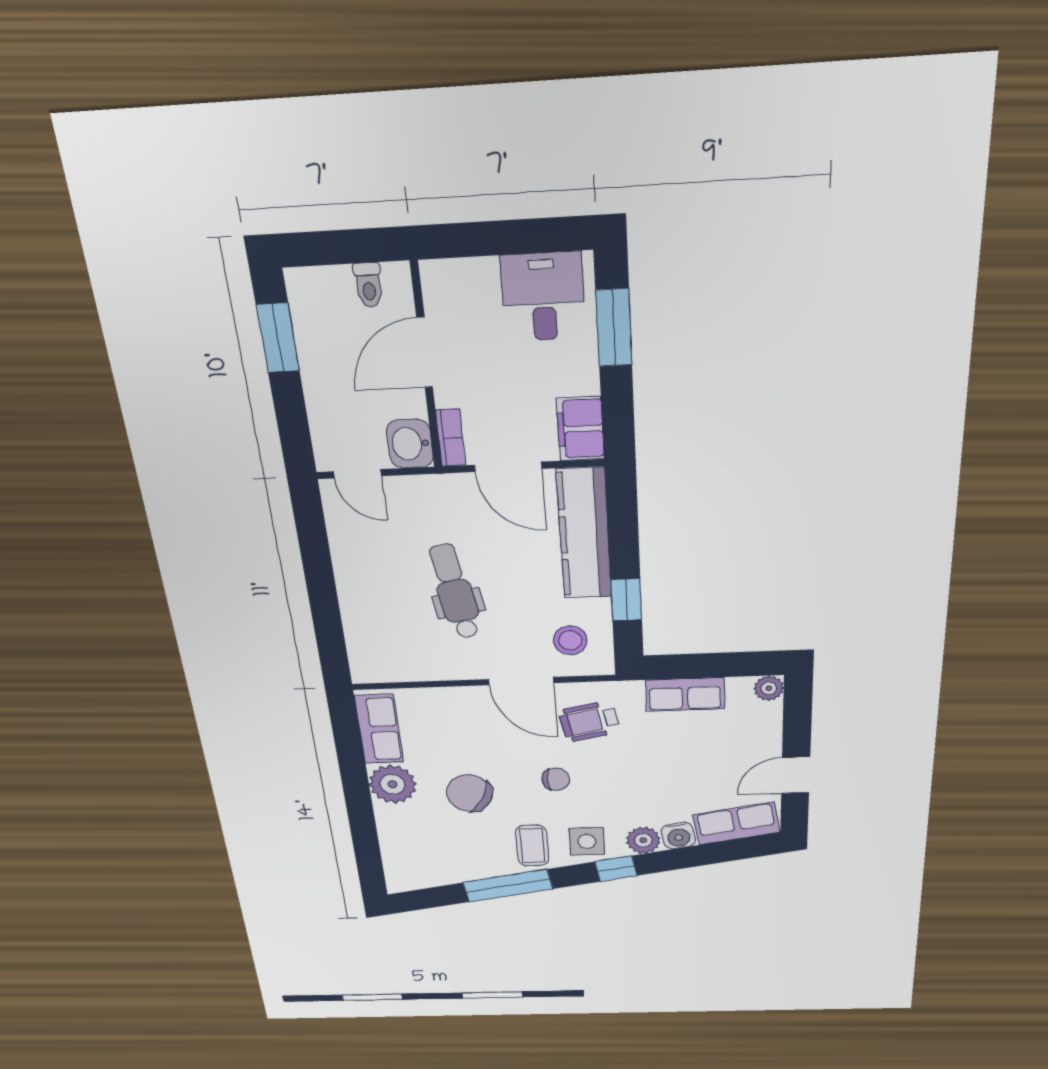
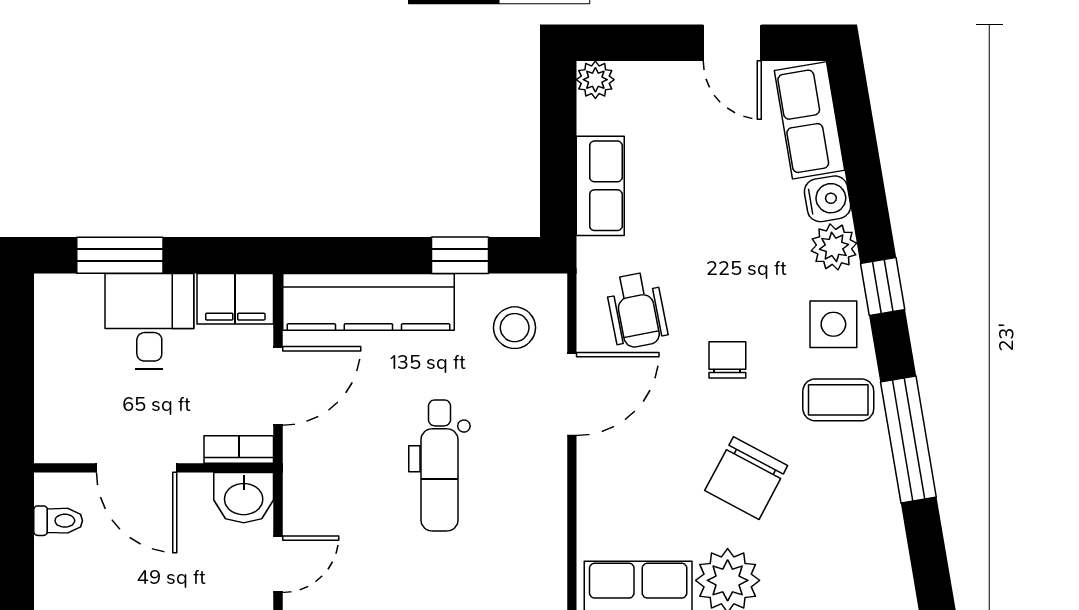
desk: (543, 297) -> (149, 321), moved, turned 90
dental chair: (455, 592) -> (439, 465), turned -80

